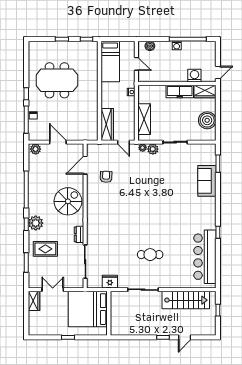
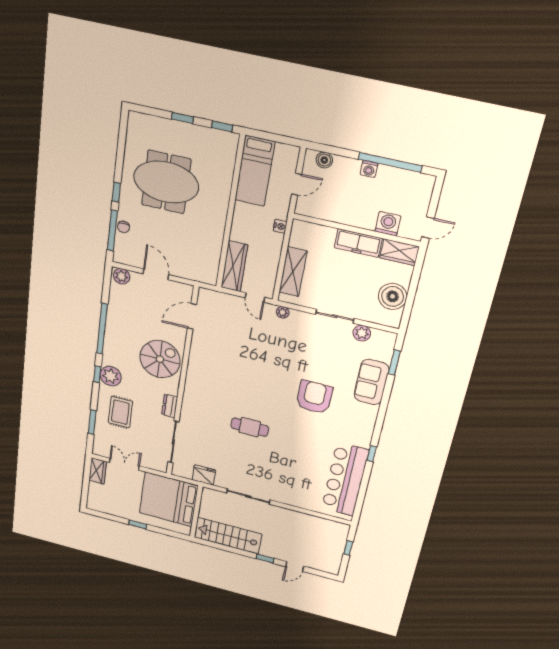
door: (136, 64) -> (297, 184), hinge flipped
plant: (153, 149) -> (362, 333), moved
armchair: (106, 177) -> (314, 397), moved, width x1.88, depth x1.88
rug: (45, 249) -> (120, 412), turned 90
cafe table: (150, 255) -> (250, 427), moved
stairs: (186, 300) -> (228, 536), moved, turned 180

